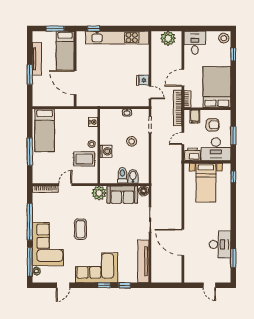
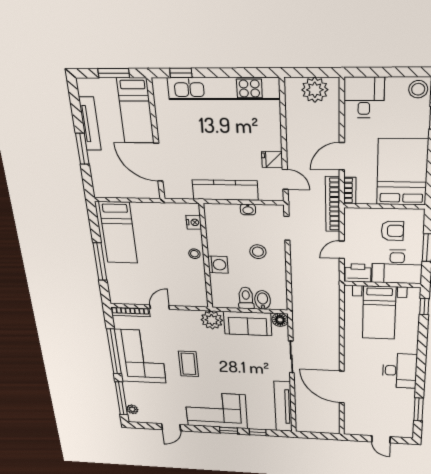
kitchen counter: (114, 100) -> (225, 190), added
filing cabinet: (195, 117) -> (362, 218), removed
rug: (84, 159) -> (185, 274), removed
corner sofa: (48, 244) -> (140, 356), moved
desk: (220, 244) -> (400, 371), moved

